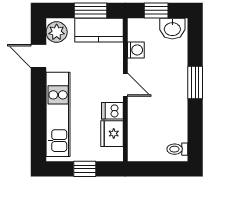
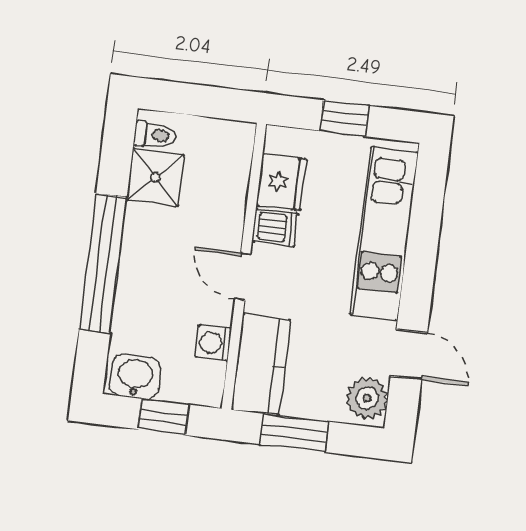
kitchen counter: (99, 30) -> (261, 365), moved, turned 90
window: (195, 83) -> (103, 263), width x2.11
shower: (174, 128) -> (155, 177), added

